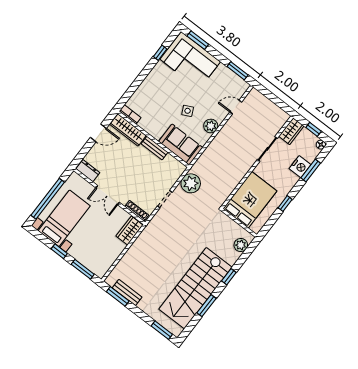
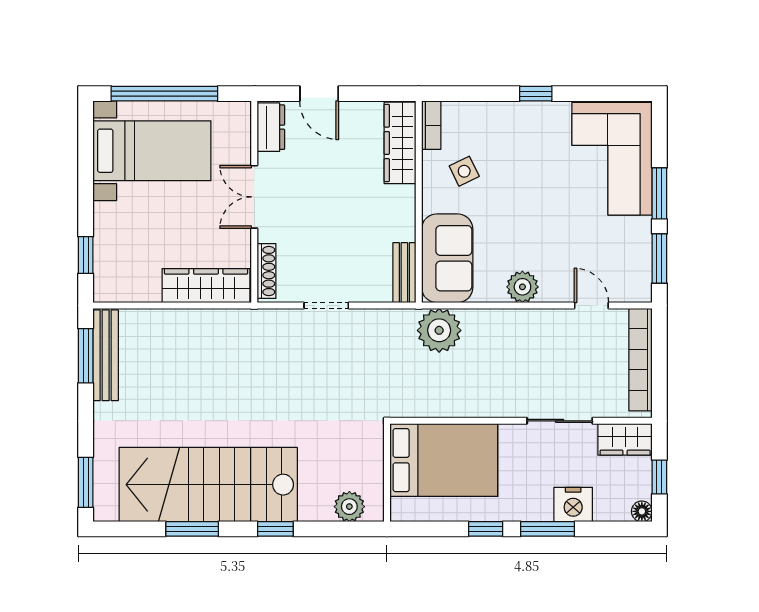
window: (198, 40) -> (659, 193), moved
window: (160, 53) -> (536, 94), moved
bookcase: (268, 104) -> (641, 360), added
side table: (188, 111) -> (464, 171), moved
door: (98, 133) -> (319, 94), moved
bench: (154, 148) -> (404, 273), moved
window: (311, 171) -> (548, 529), moved
plant: (191, 183) -> (439, 330), moved
wardrobe: (130, 231) -> (206, 286), width x1.50
window: (59, 251) -> (86, 188), removed
window: (83, 269) -> (86, 255), width x0.67
bench: (127, 292) -> (106, 355), width x1.36

